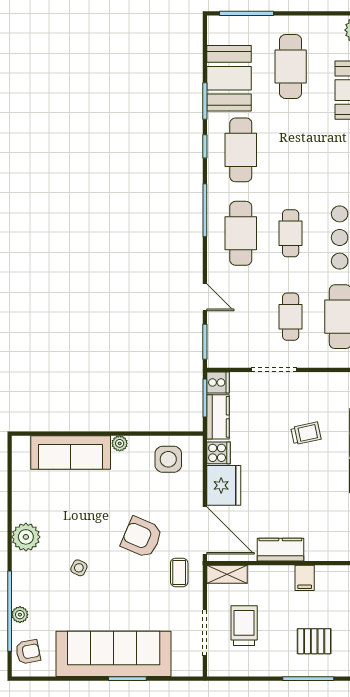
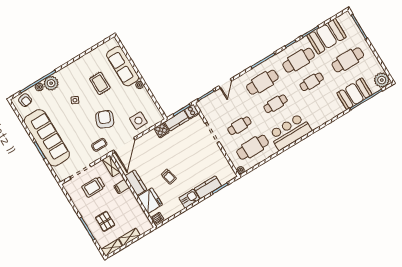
cafe table: (291, 150) -> (312, 82), added
trolley: (306, 433) -> (169, 177), moved
side table: (168, 459) -> (138, 121), moved
fridge: (224, 485) -> (150, 201), moved, turned -90
rug: (76, 509) -> (100, 83), added
plant: (26, 537) -> (51, 83), moved
filing cabinet: (305, 578) -> (122, 187), moved
trolley: (244, 626) -> (93, 187), turned 180

